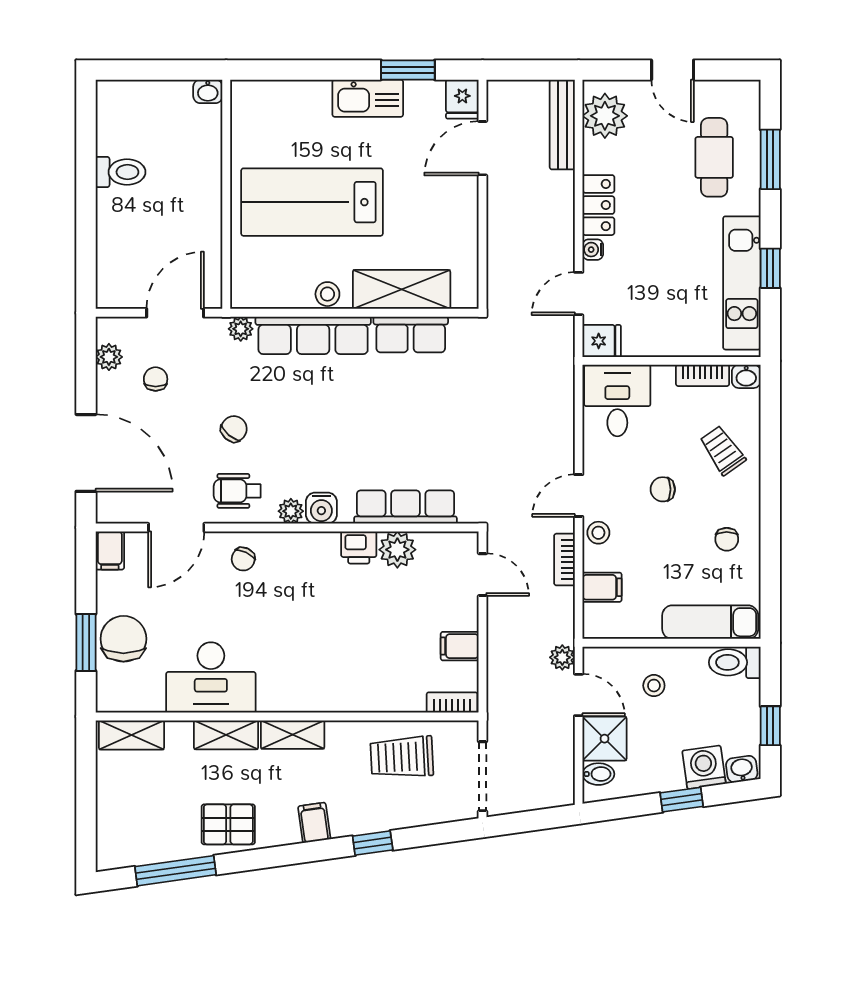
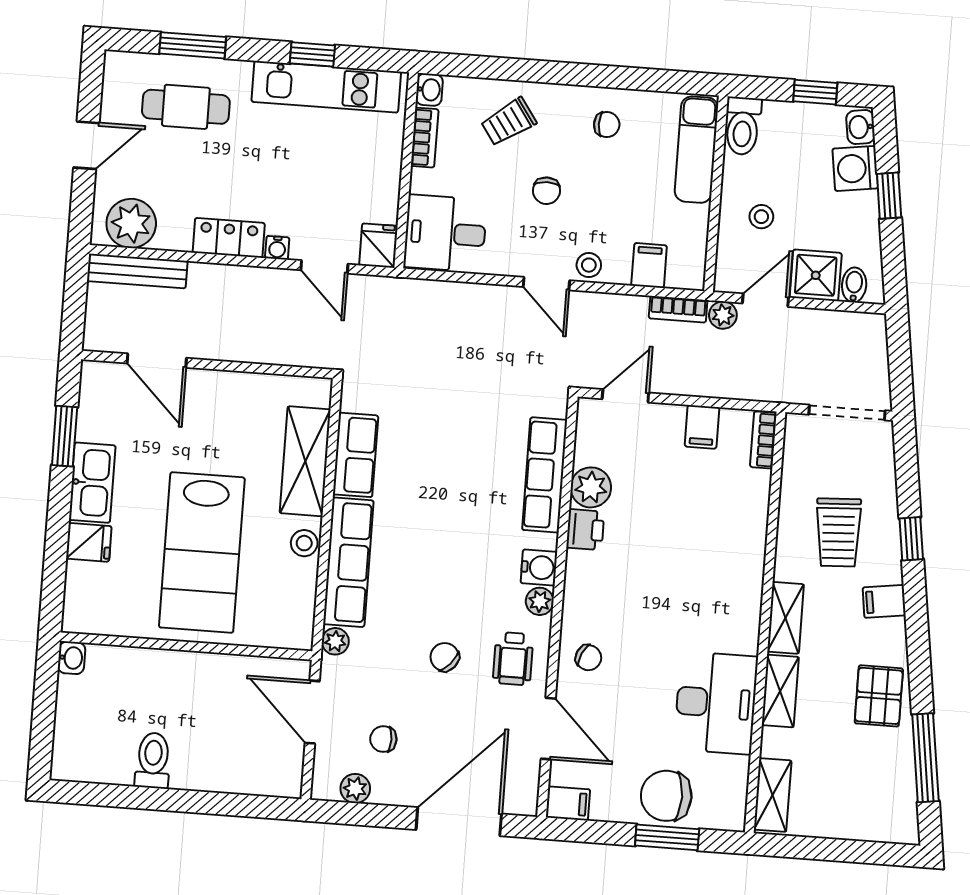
fridge: (462, 99) -> (89, 542), moved
bookcase: (564, 560) -> (678, 309), moved
trolley: (402, 757) -> (838, 533), moved

